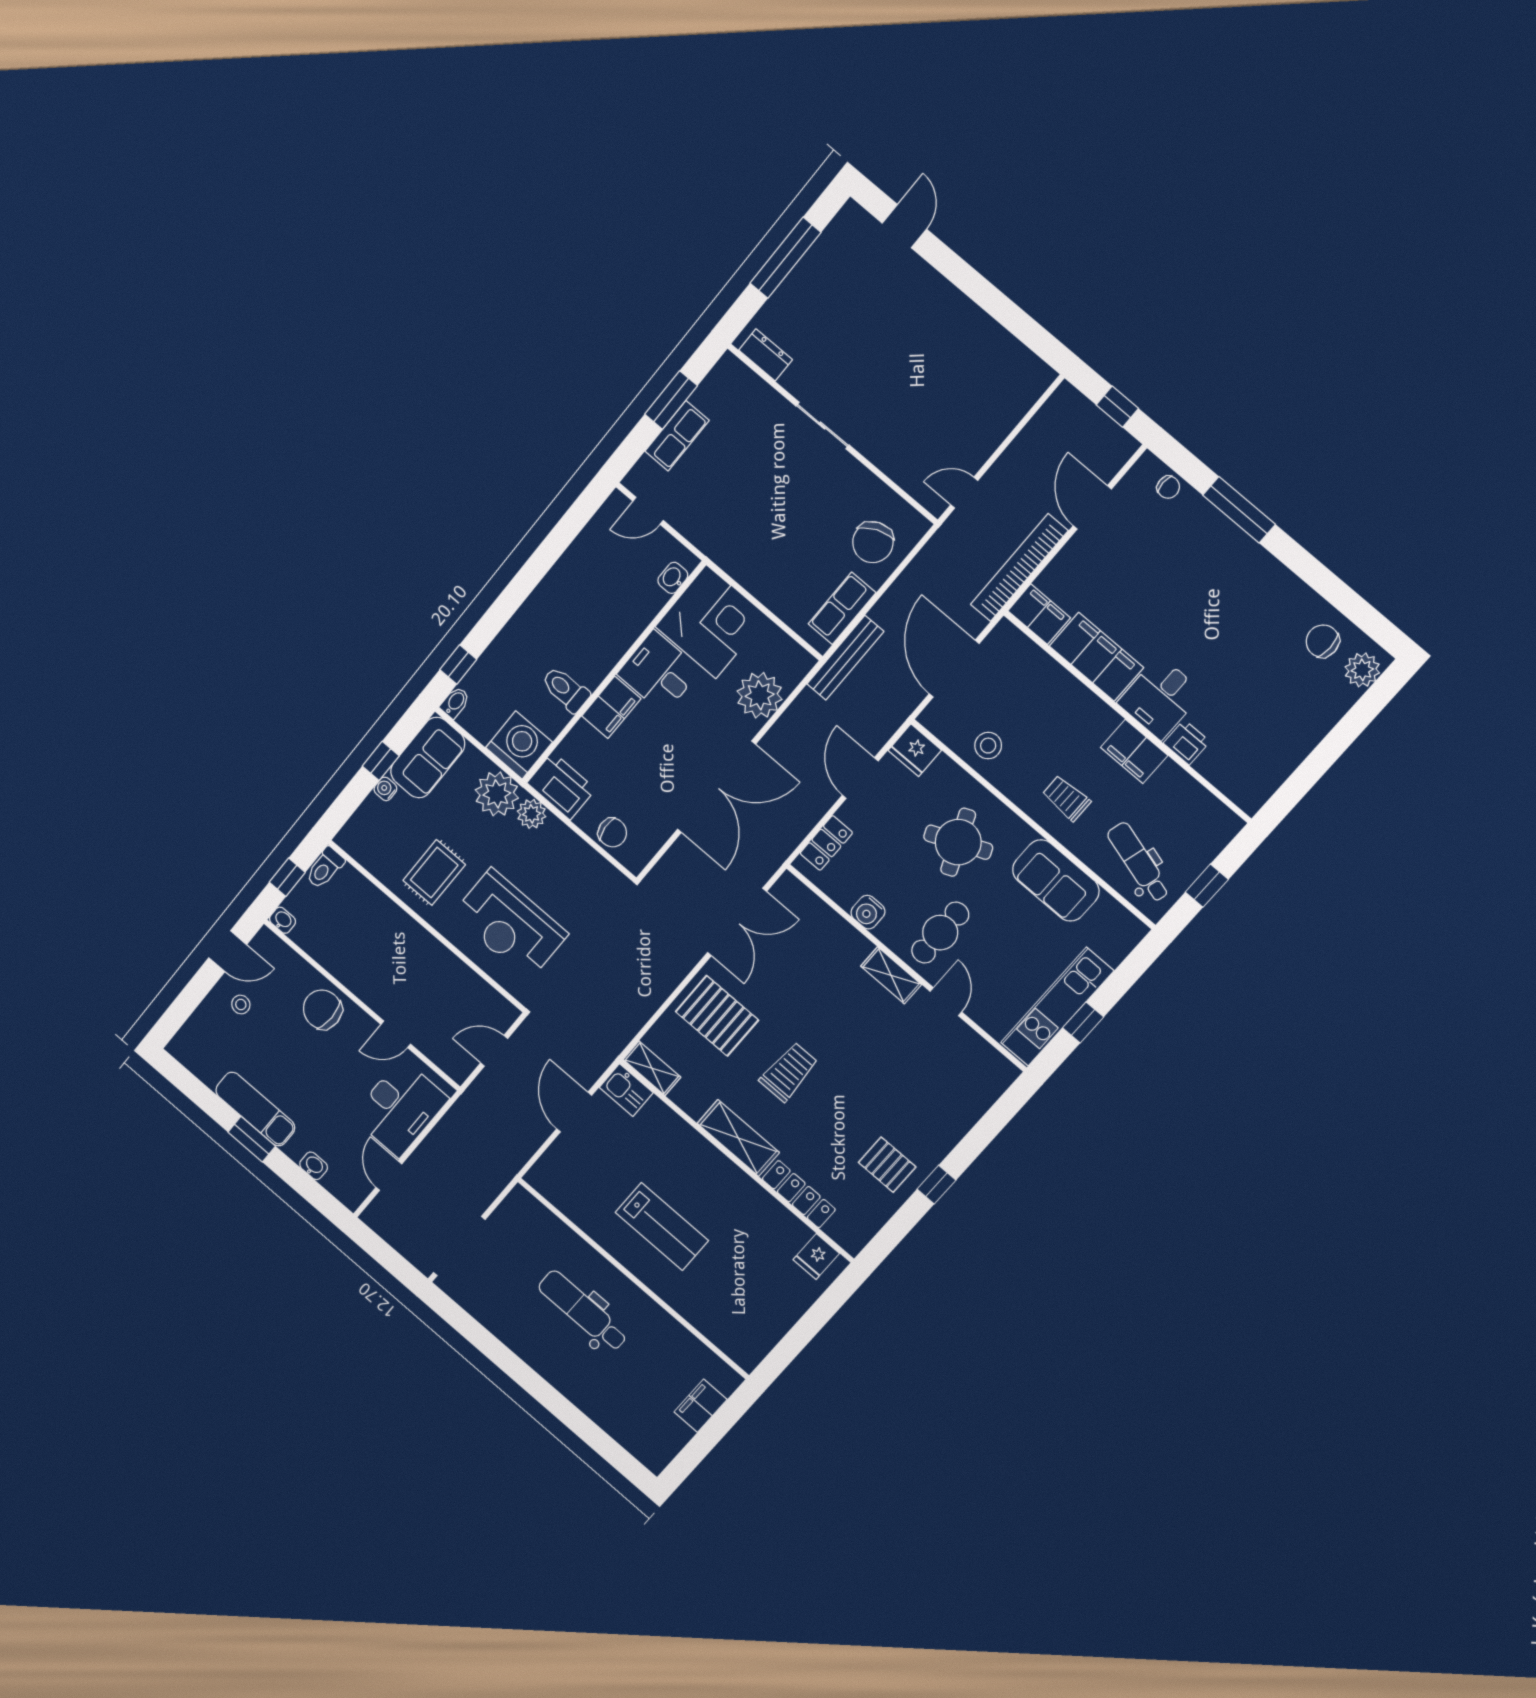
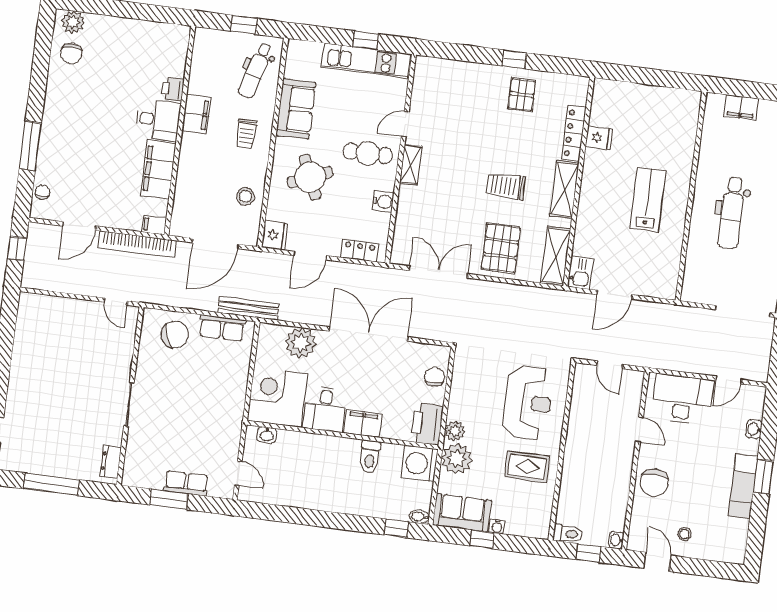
filing cabinet: (1039, 614) -> (154, 225), width x0.50
shelving: (652, 1068) -> (556, 256), width x1.50, depth x1.33
fridge: (816, 1257) -> (599, 138), moved

